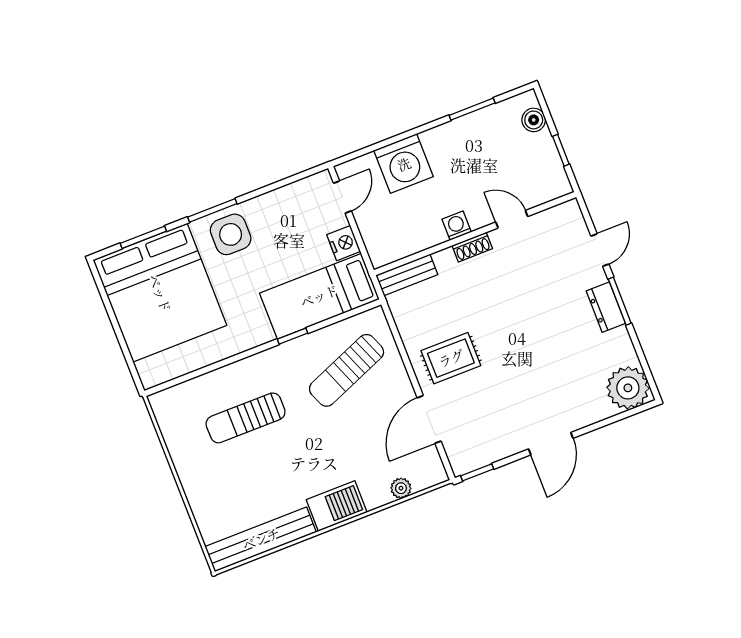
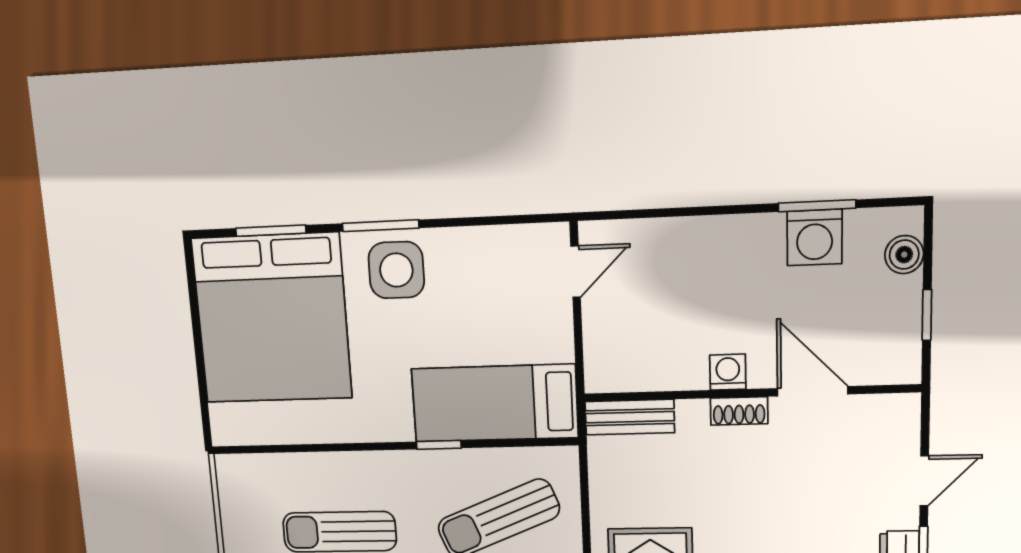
washing machine: (404, 164) -> (815, 237), moved, width x0.73, depth x0.73
door: (512, 219) -> (813, 391), width x1.38
nightstand: (344, 243) -> (555, 340), removed

